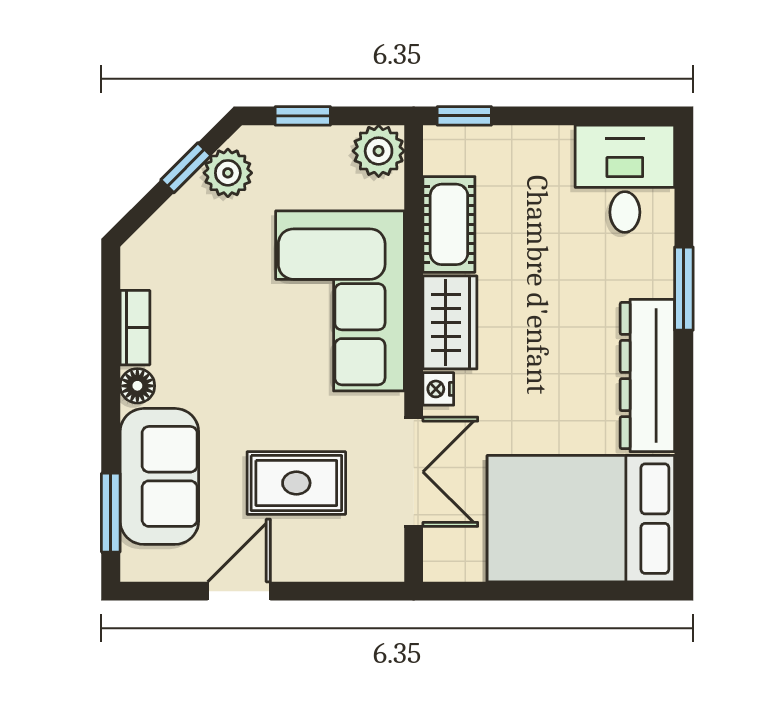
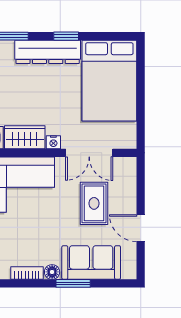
window: (684, 418) -> (66, 36), added
double door: (414, 472) -> (89, 153), swing flipped
window: (111, 513) -> (73, 283), moved

